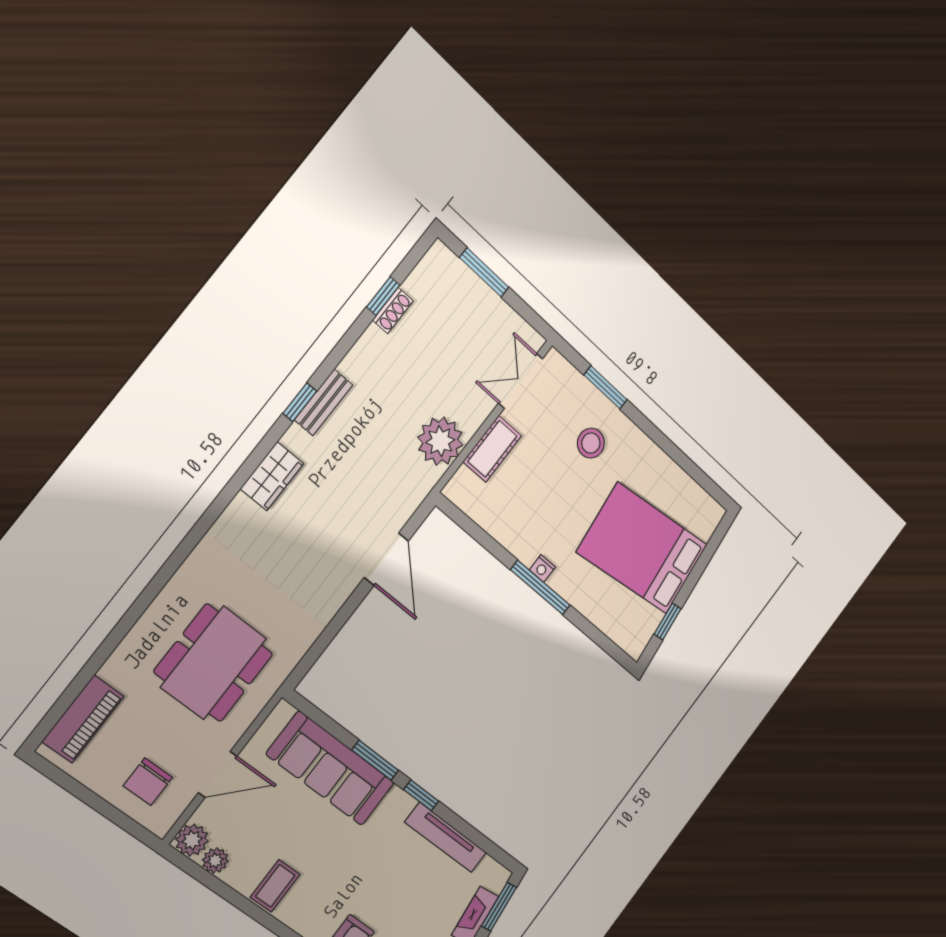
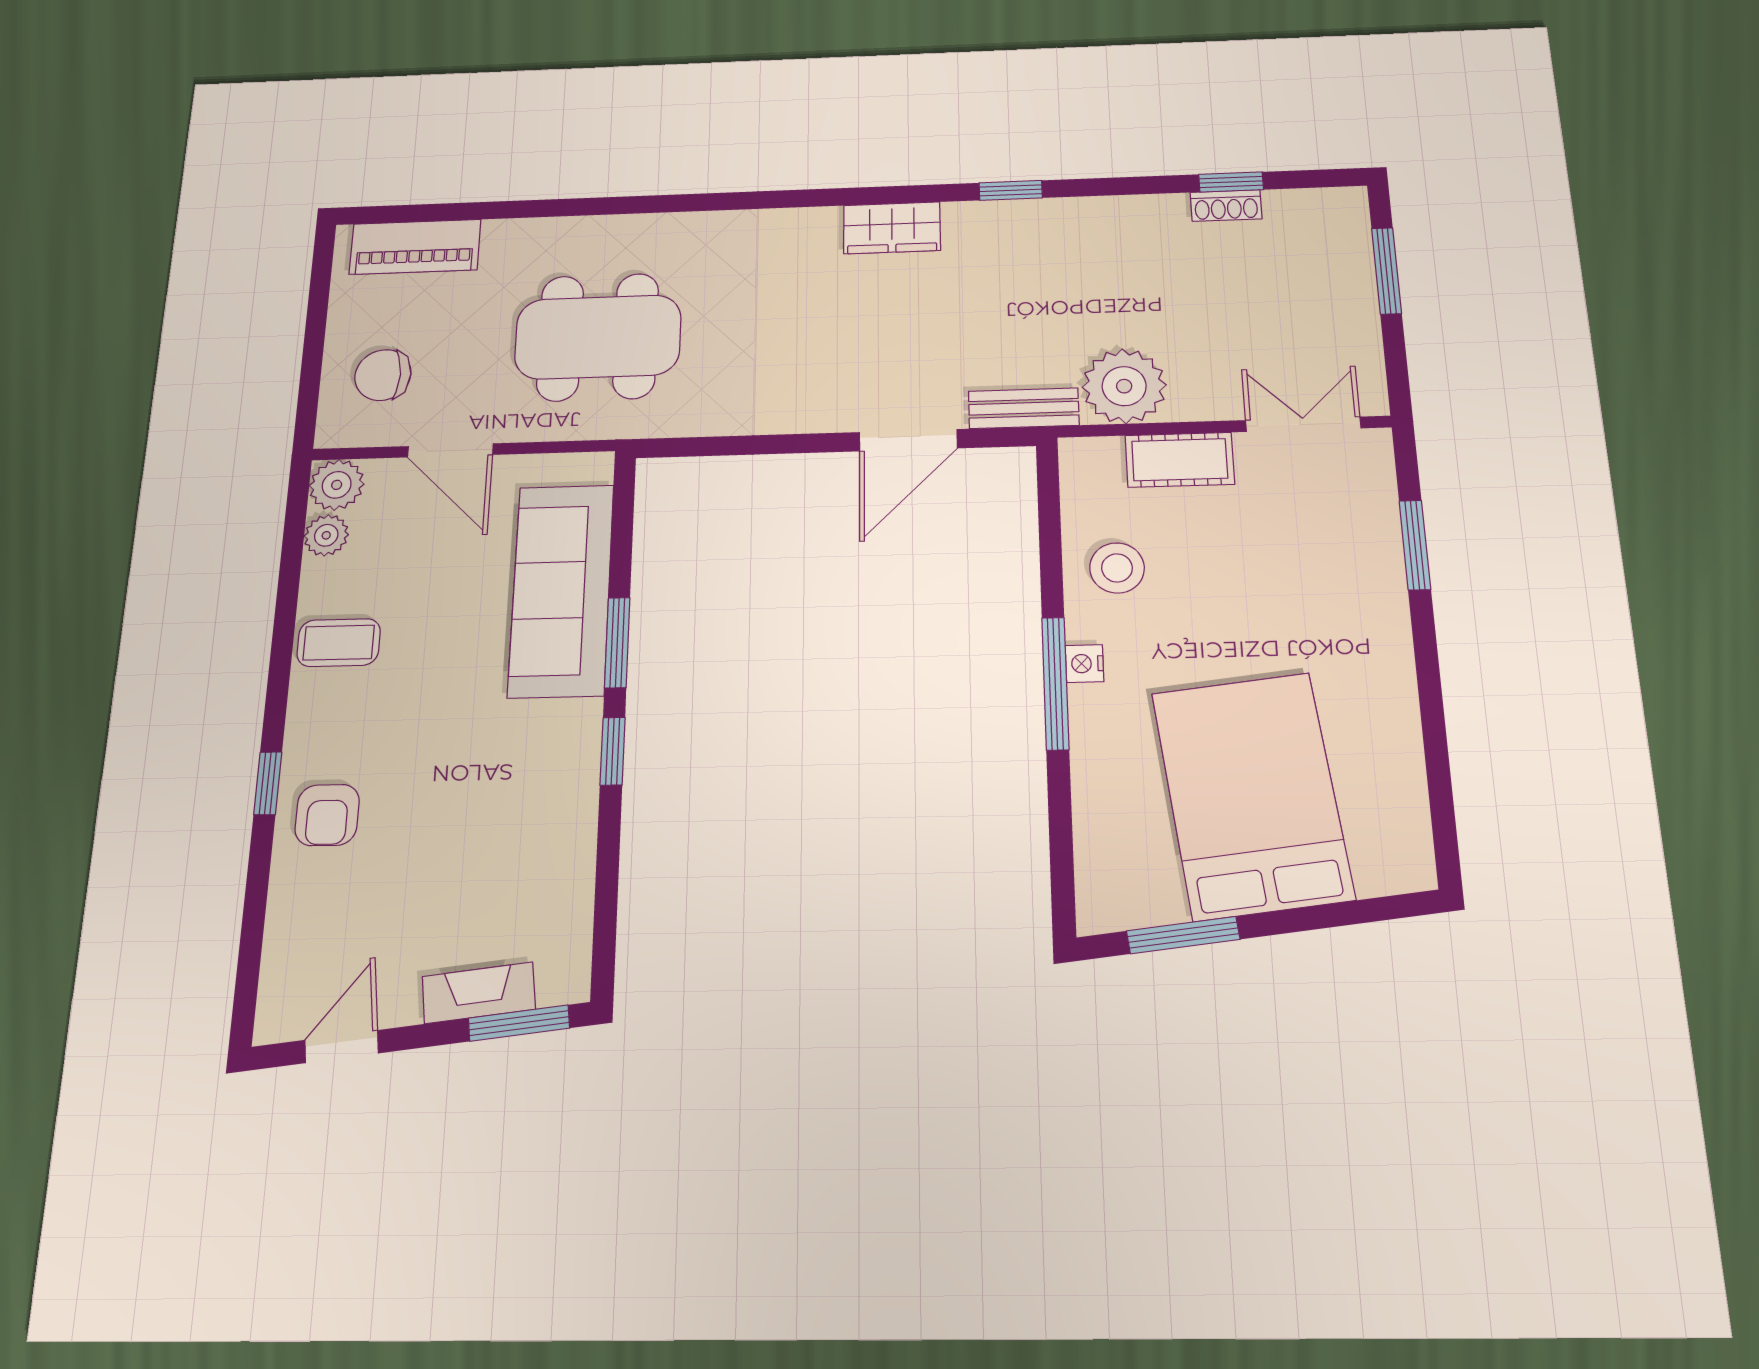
bench: (324, 402) -> (1024, 408), moved
stool: (591, 443) -> (1117, 568), moved
window: (667, 621) -> (1183, 935), width x1.50
tv unit: (446, 837) -> (574, 841), removed

